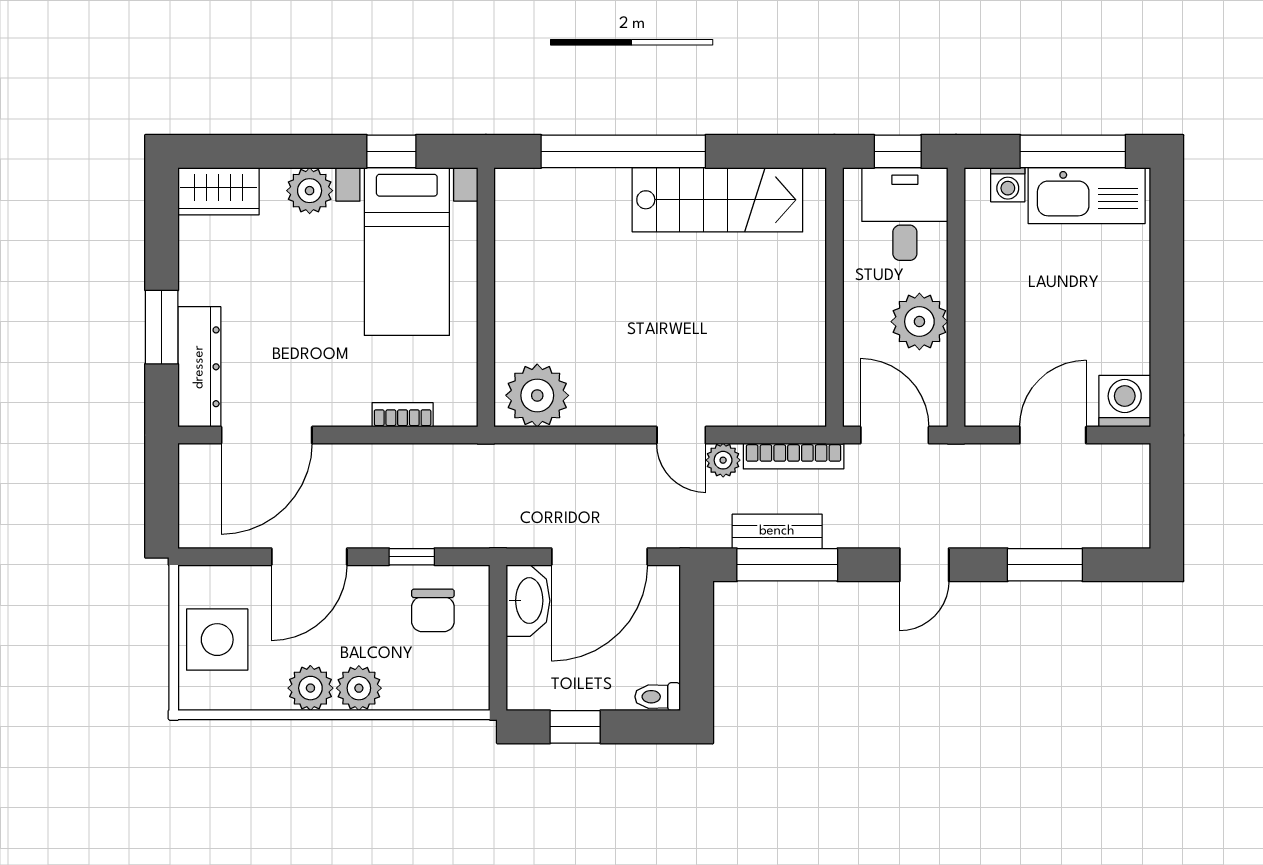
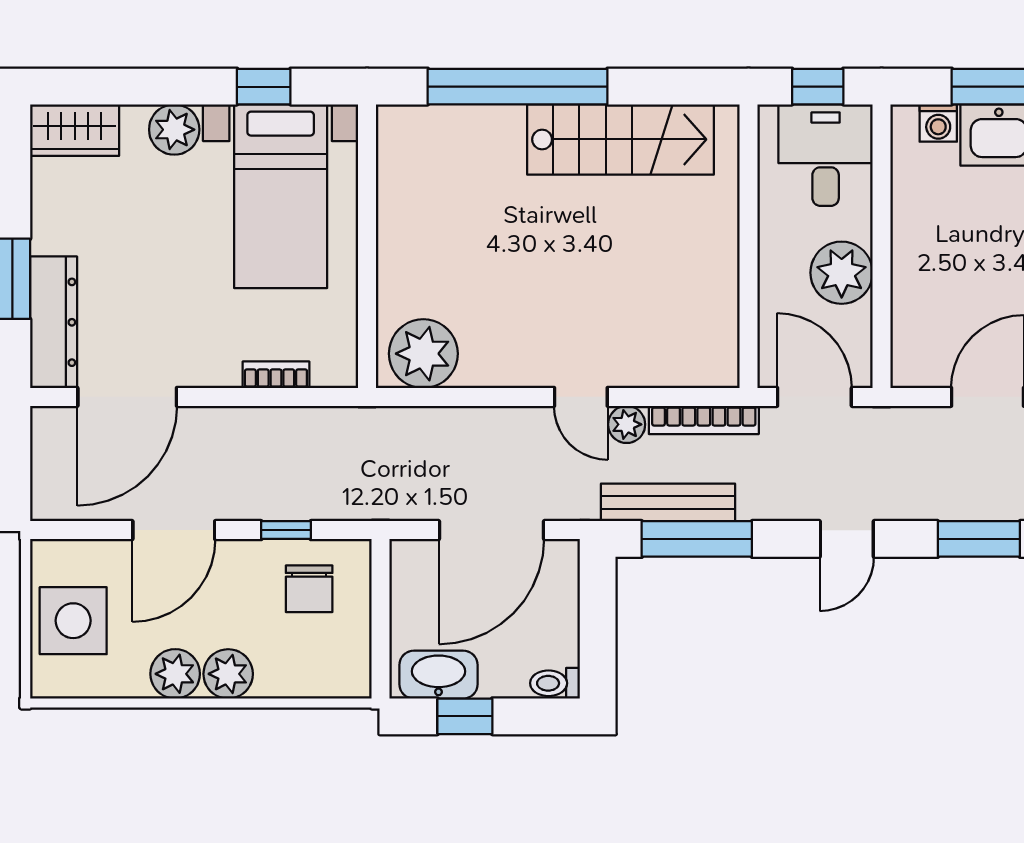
bench: (777, 531) -> (668, 502), width x1.36
washbasin: (528, 601) -> (438, 675), moved, turned -90

